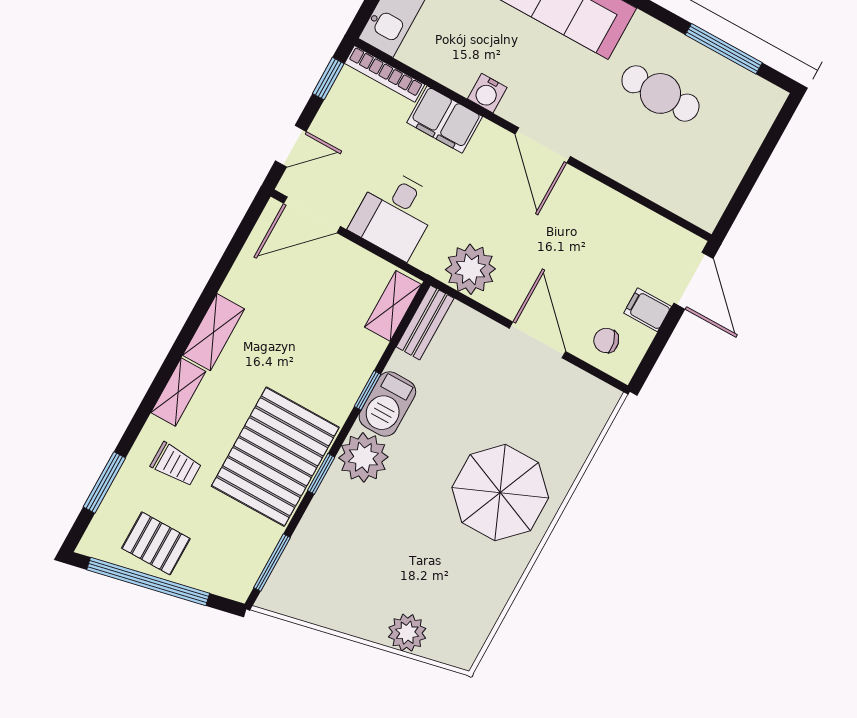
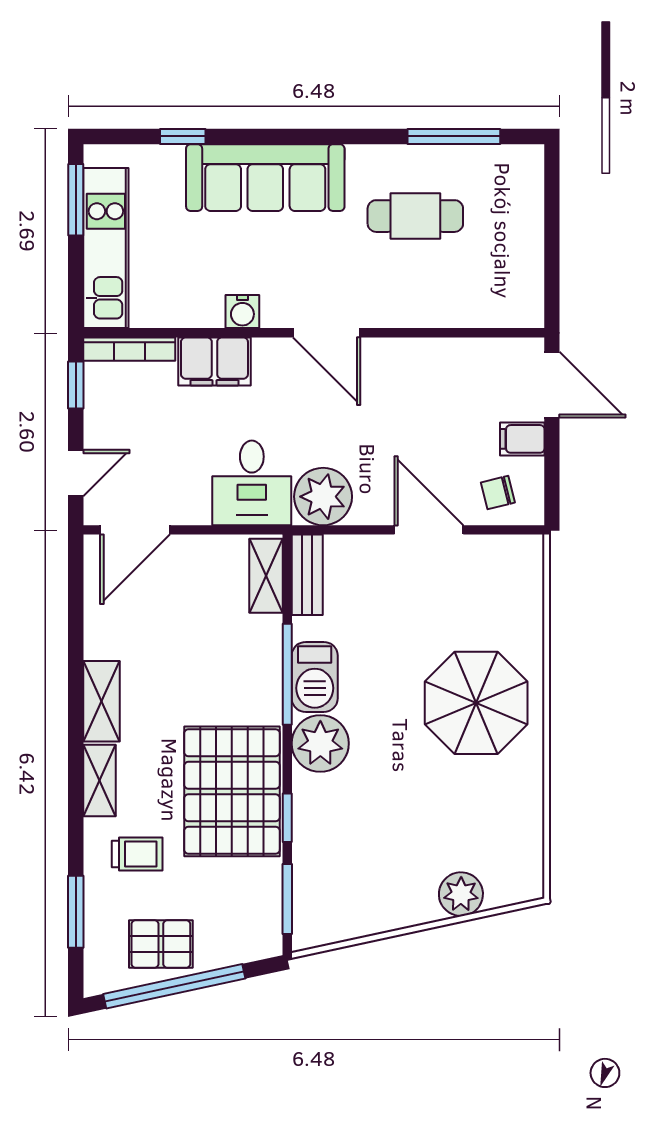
desk: (395, 214) -> (252, 483), moved
window: (367, 390) -> (287, 674), width x2.17
window: (321, 474) -> (287, 818), moved

